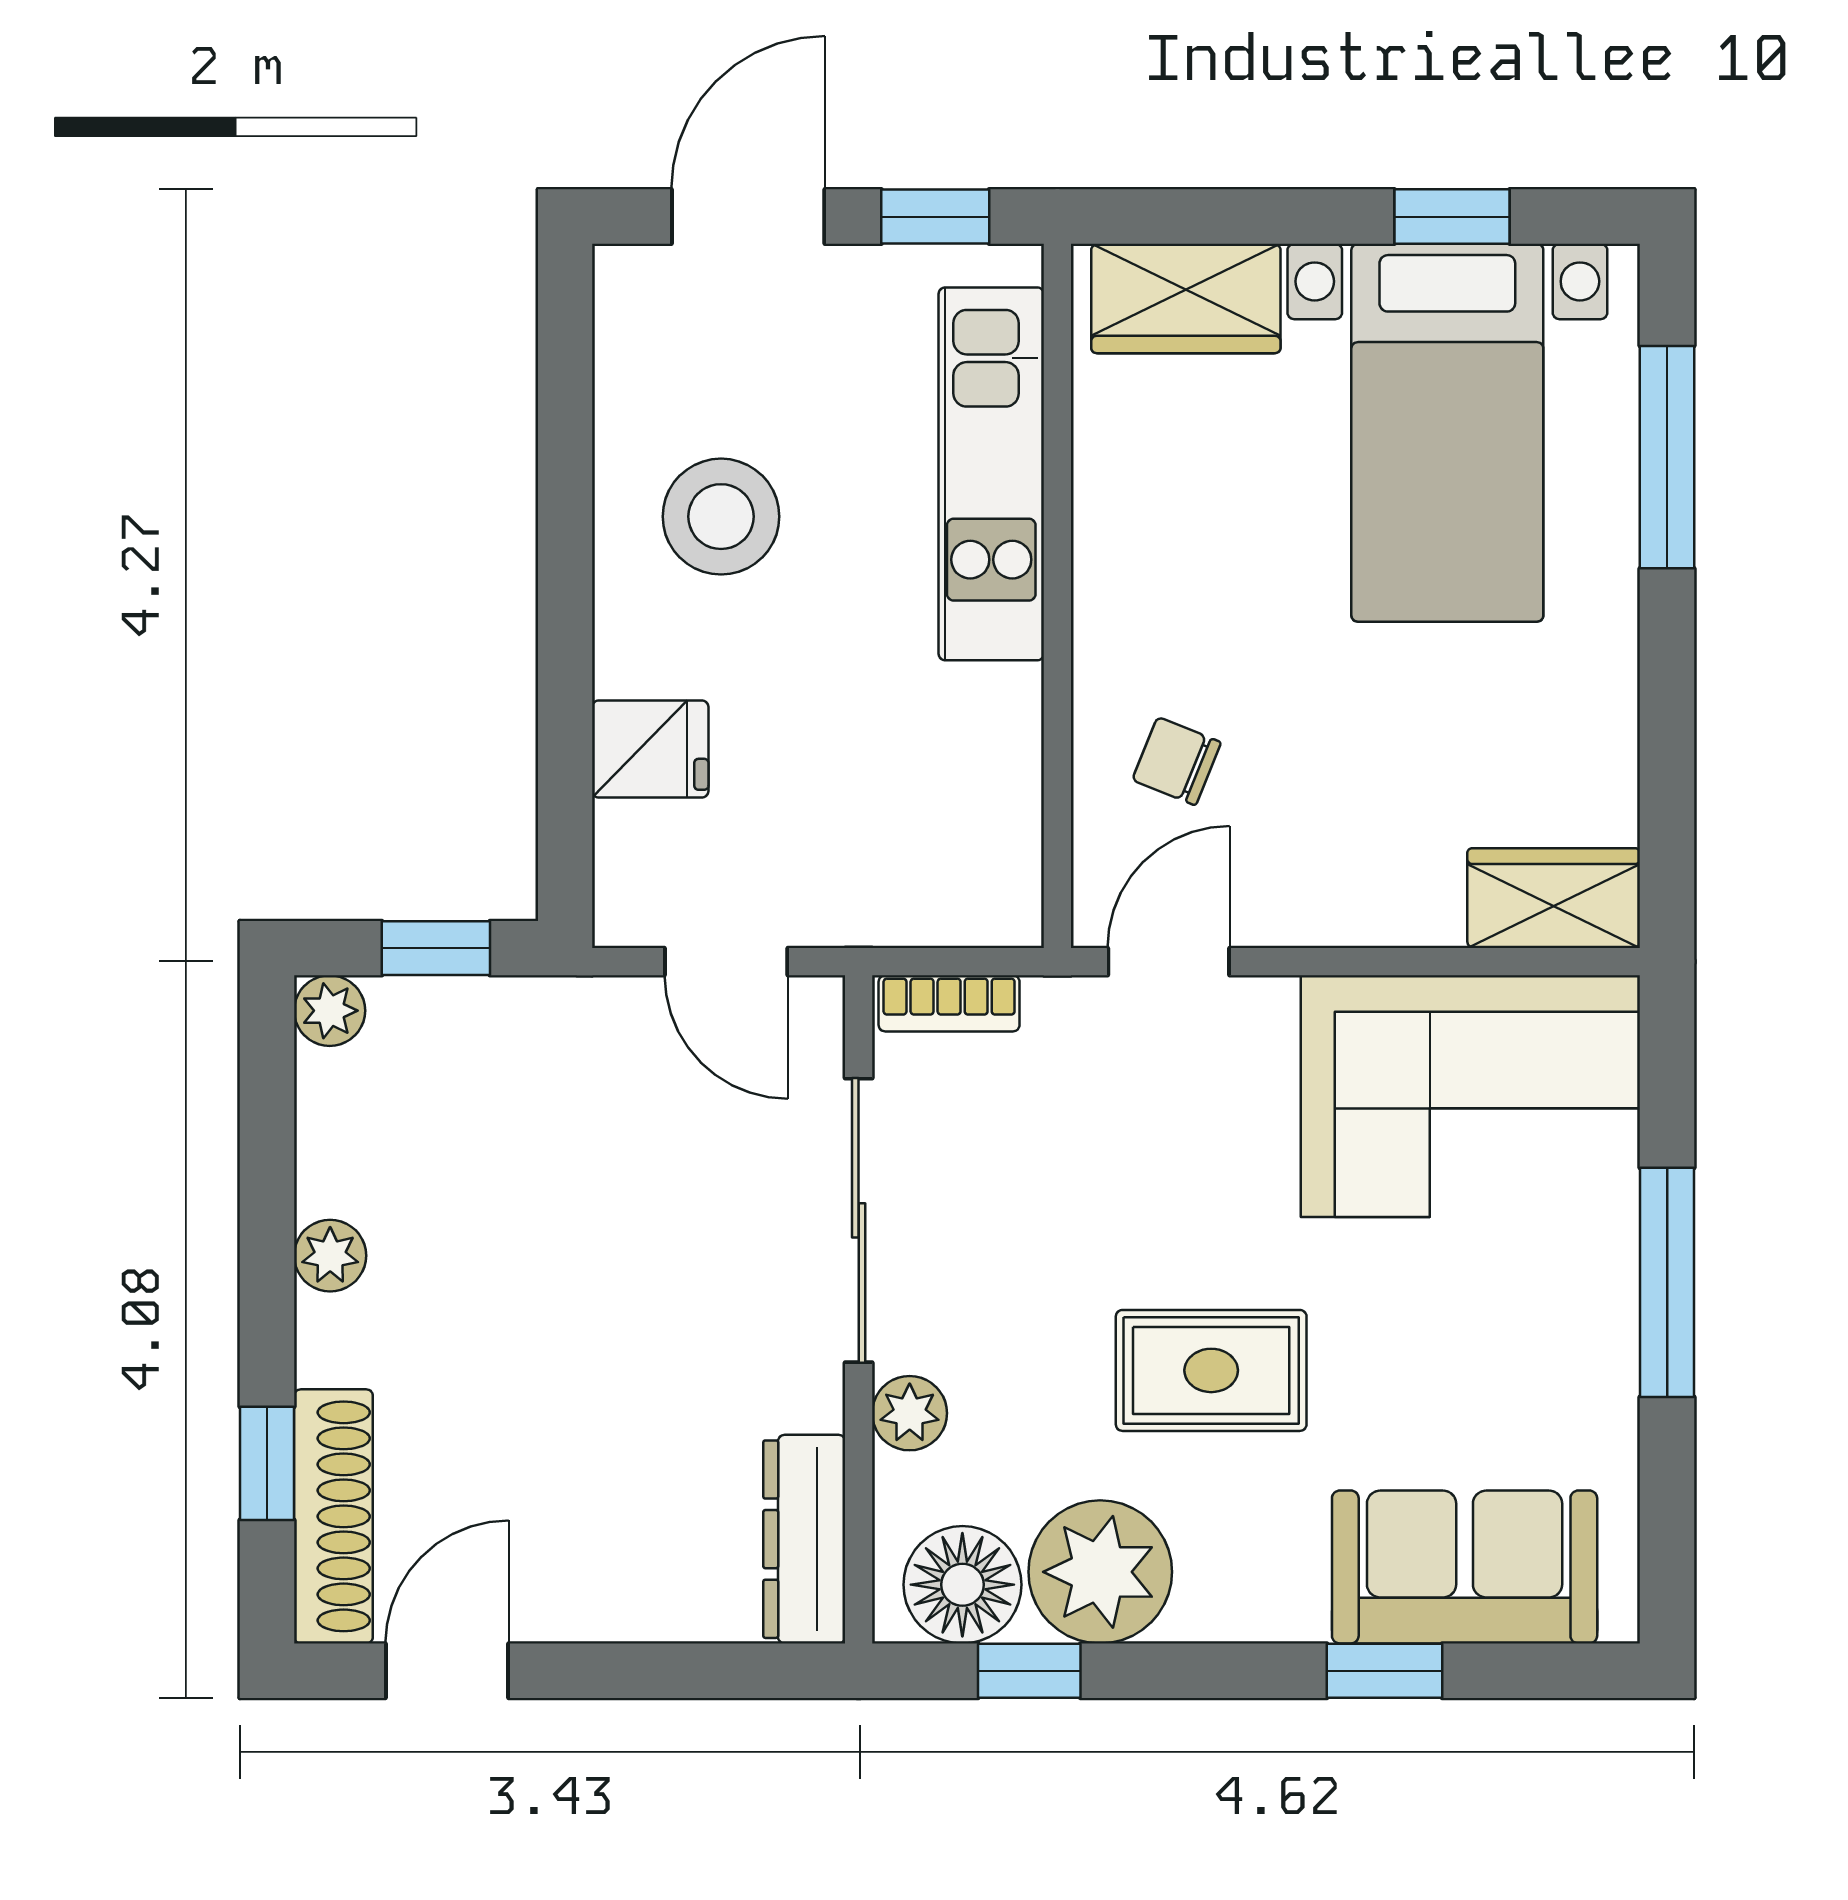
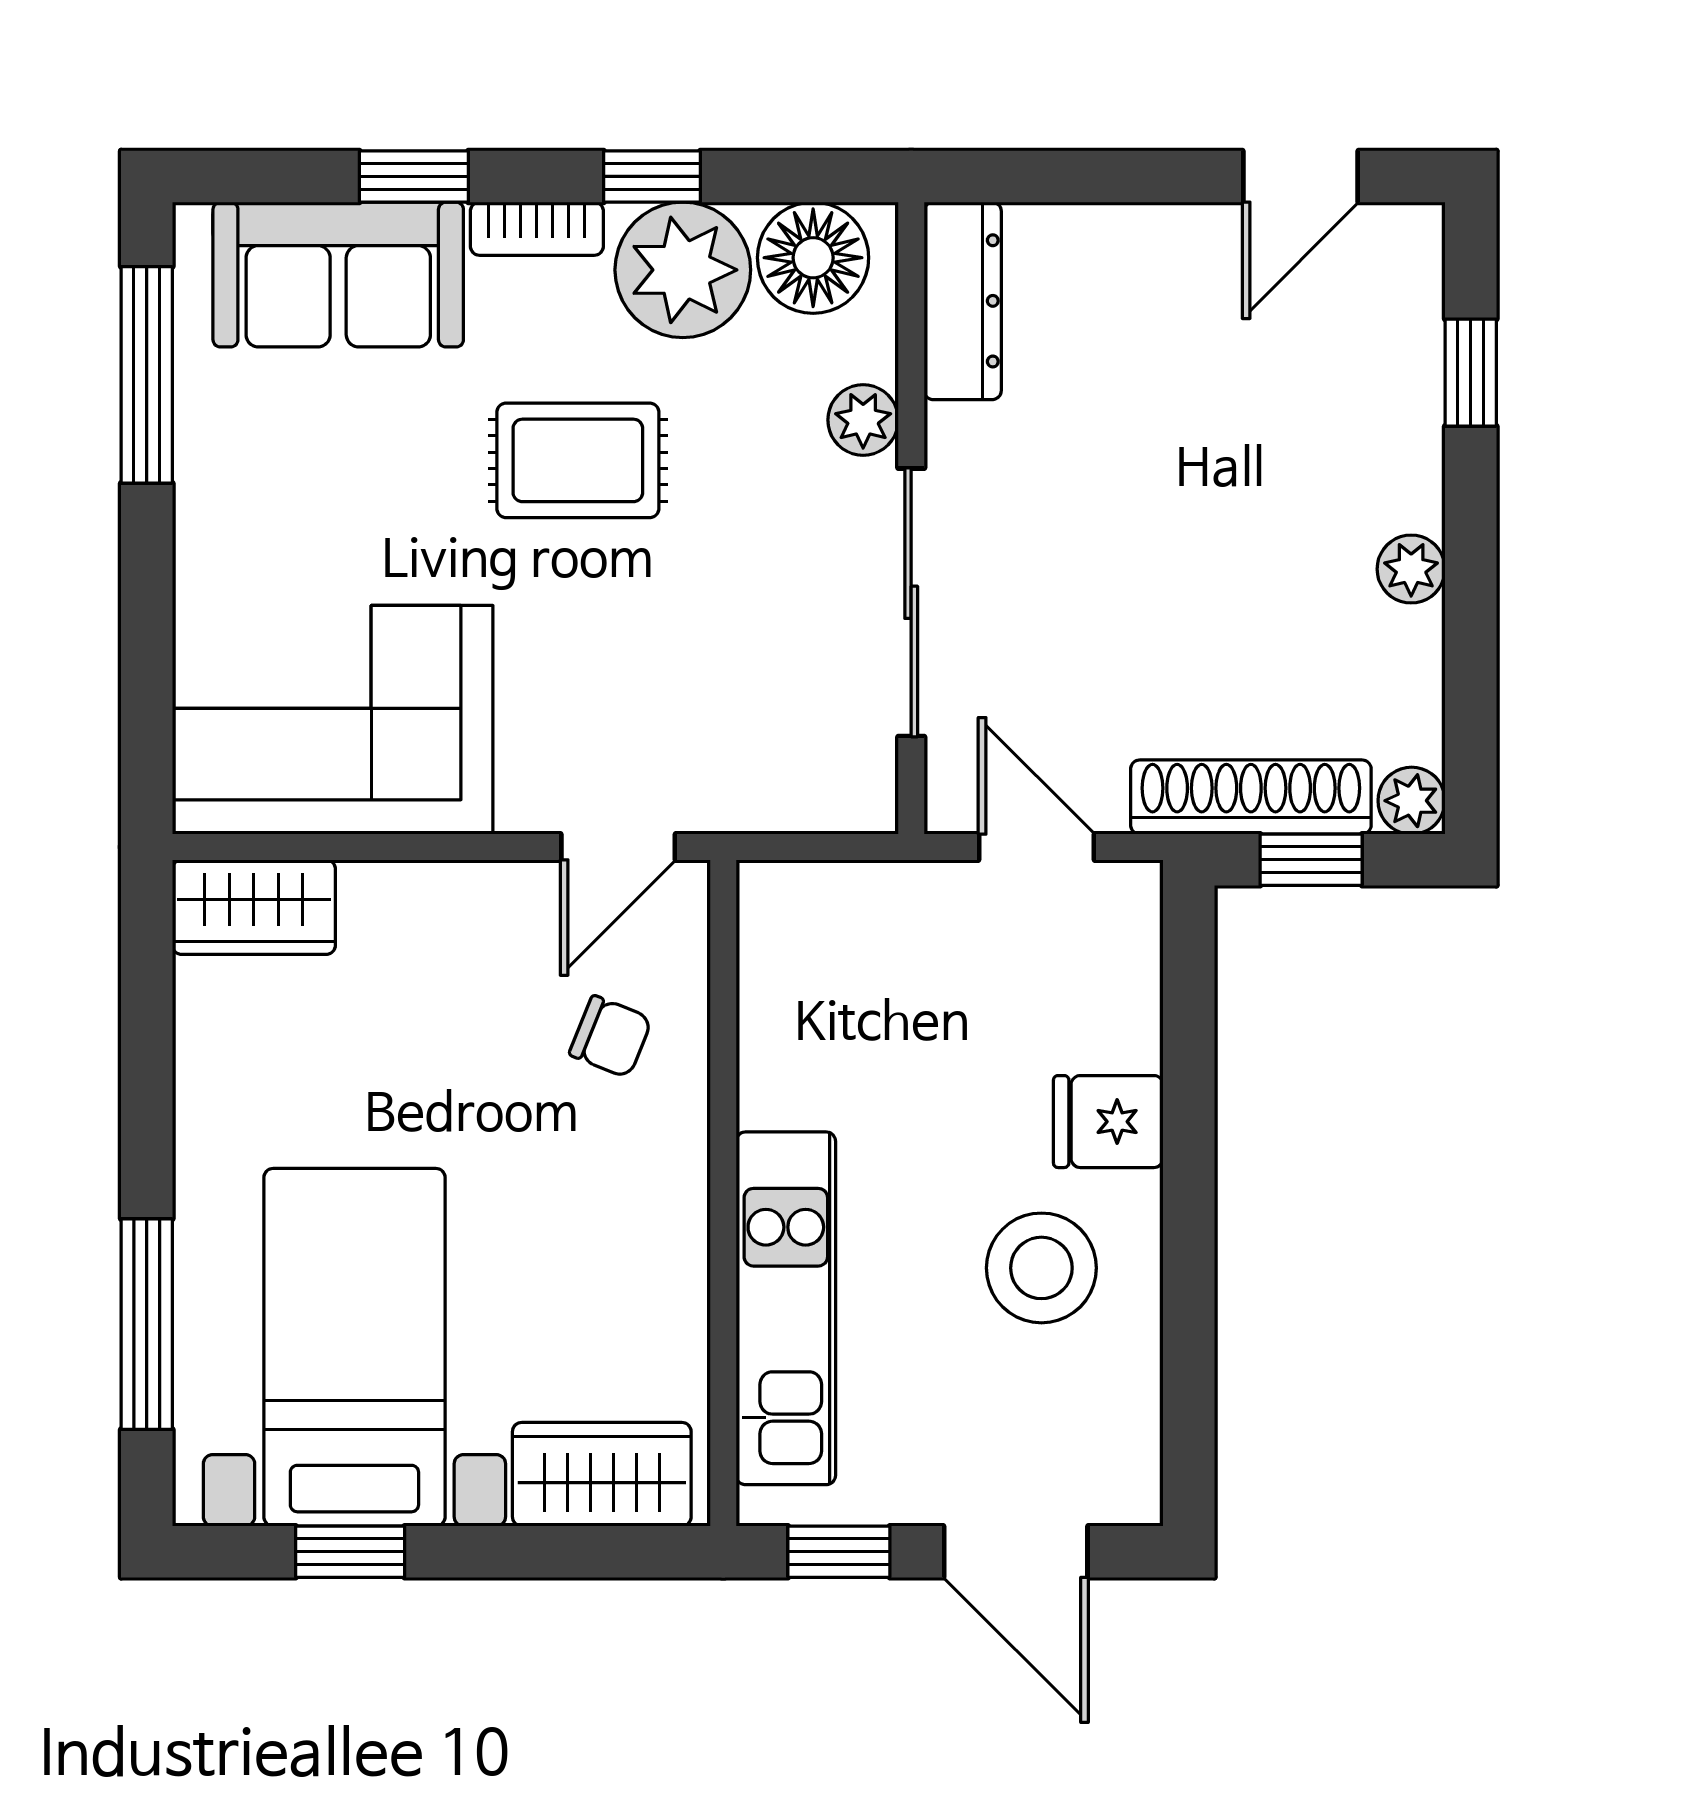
door: (748, 217) -> (1016, 1552), hinge flipped
fridge: (650, 749) -> (1108, 1122), moved
bookcase: (949, 1003) -> (537, 229), moved, turned 180
window: (1667, 1282) -> (147, 375), moved
shoe rack: (333, 1516) -> (1251, 797), moved, turned 90
window: (1029, 1671) -> (652, 176), moved

